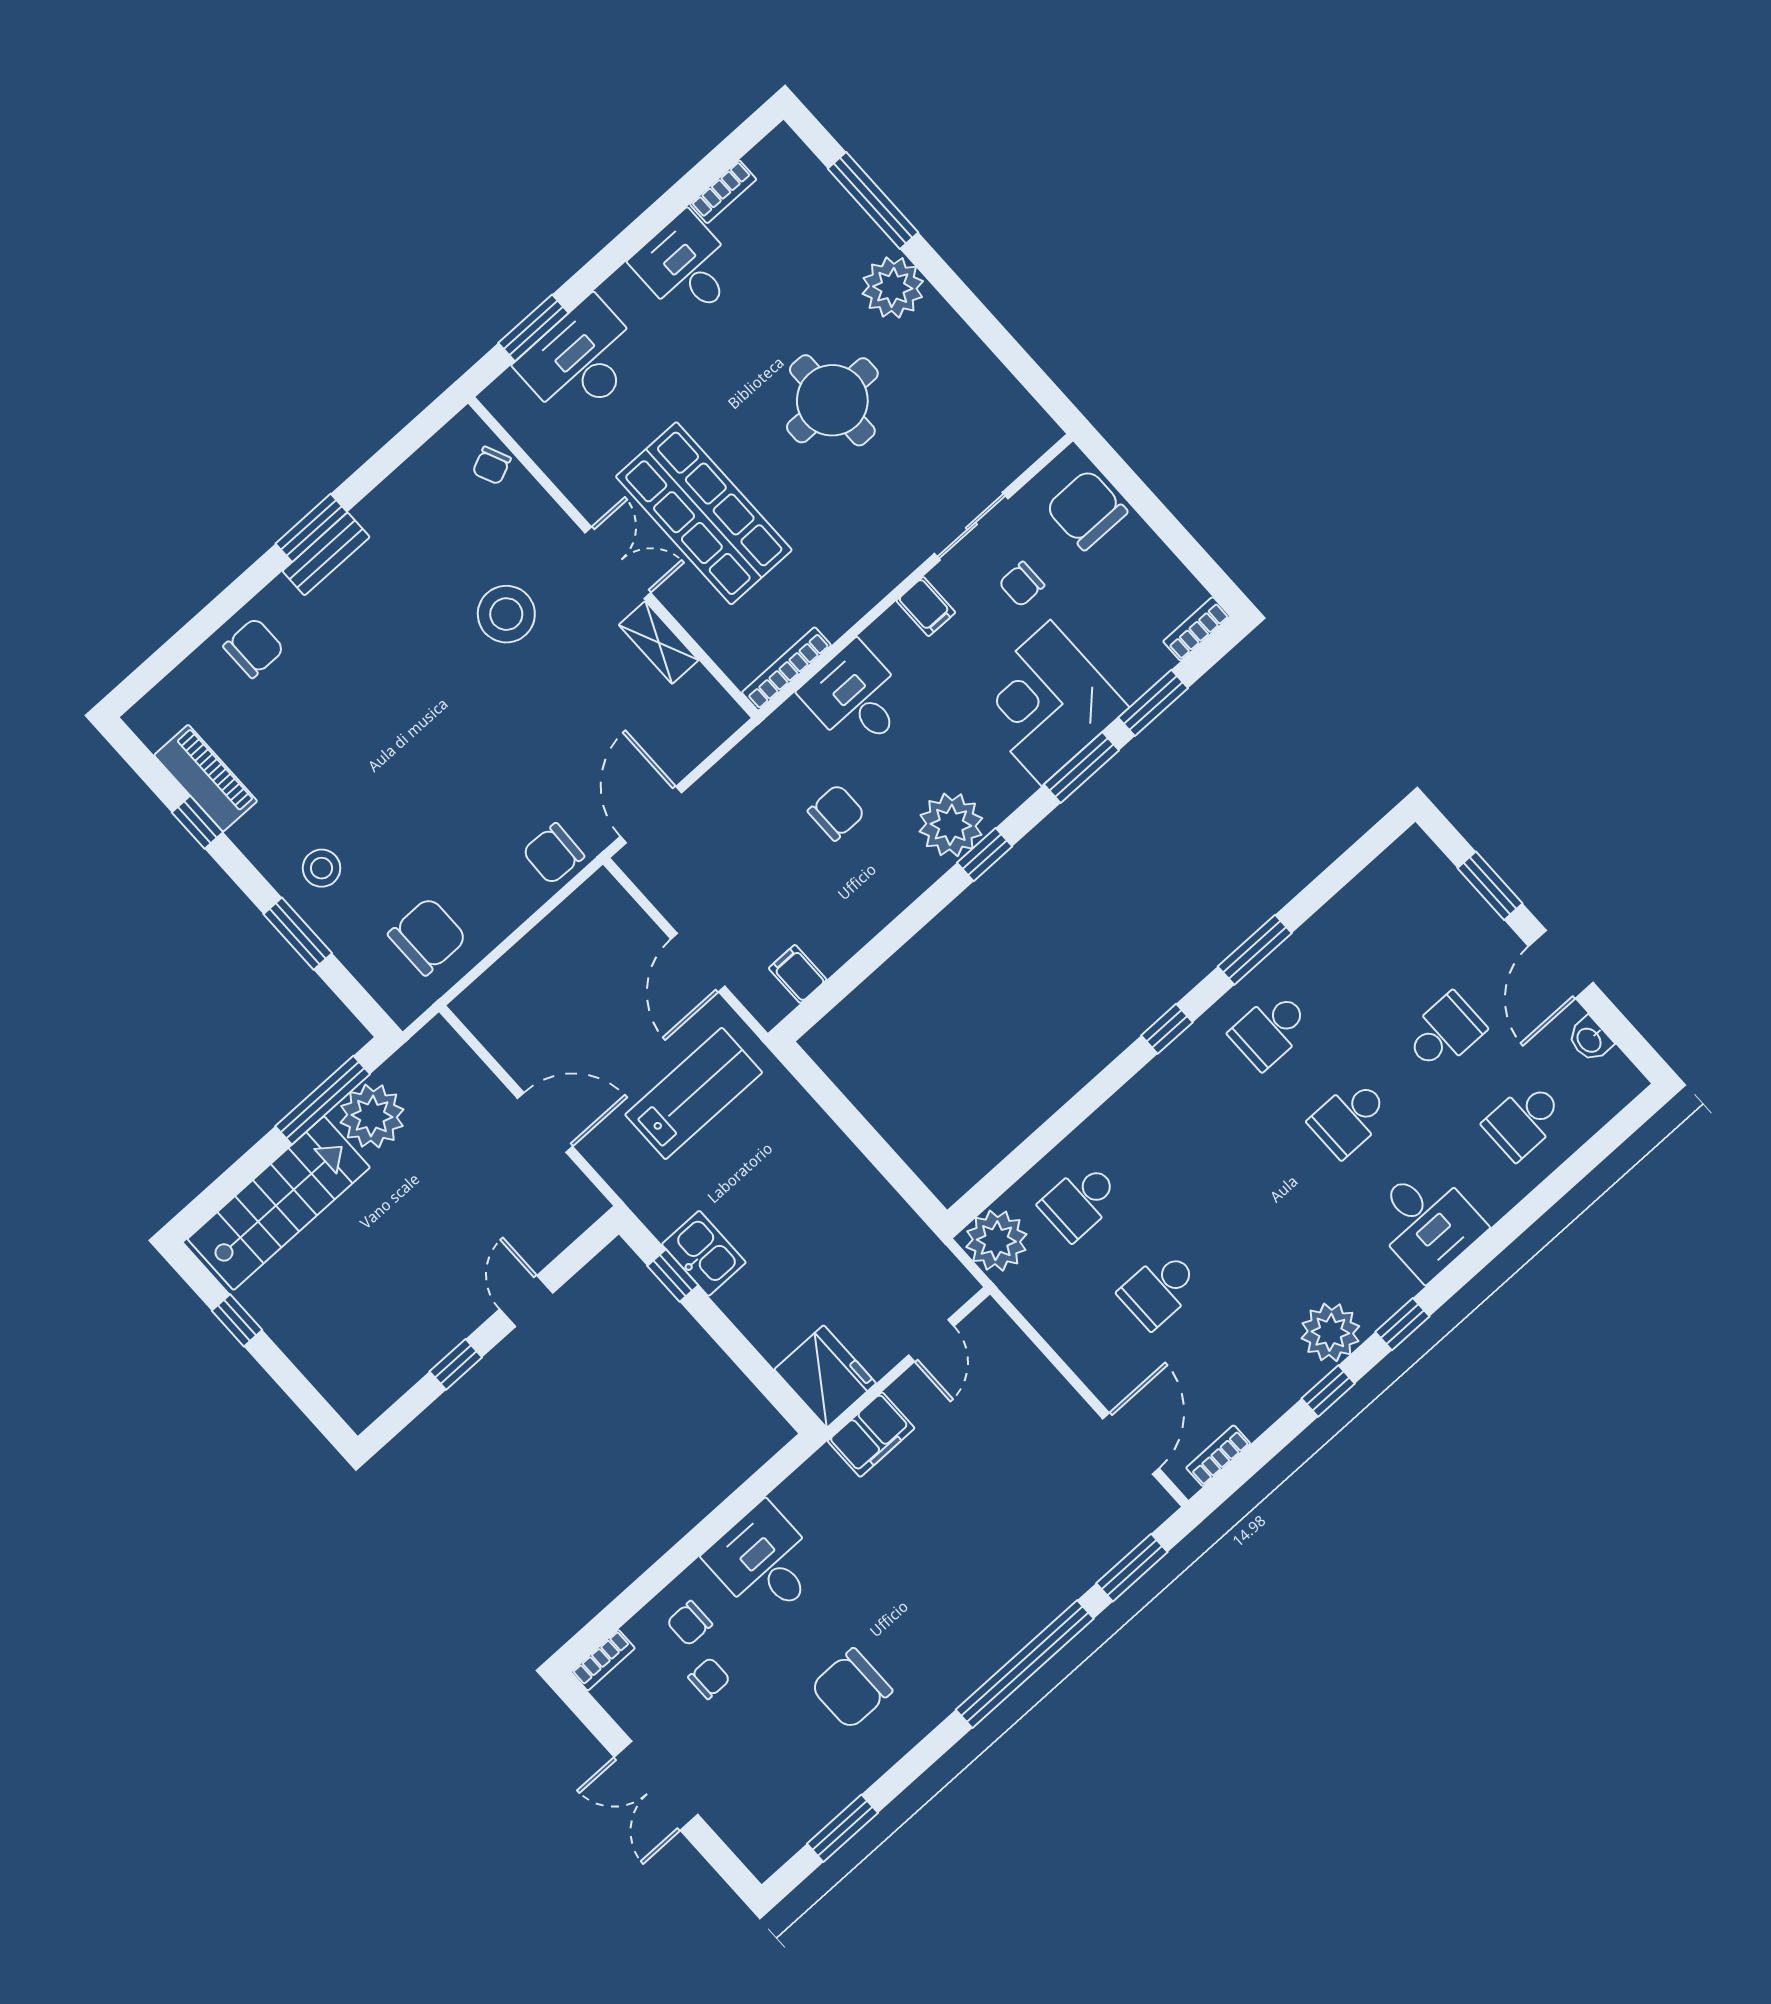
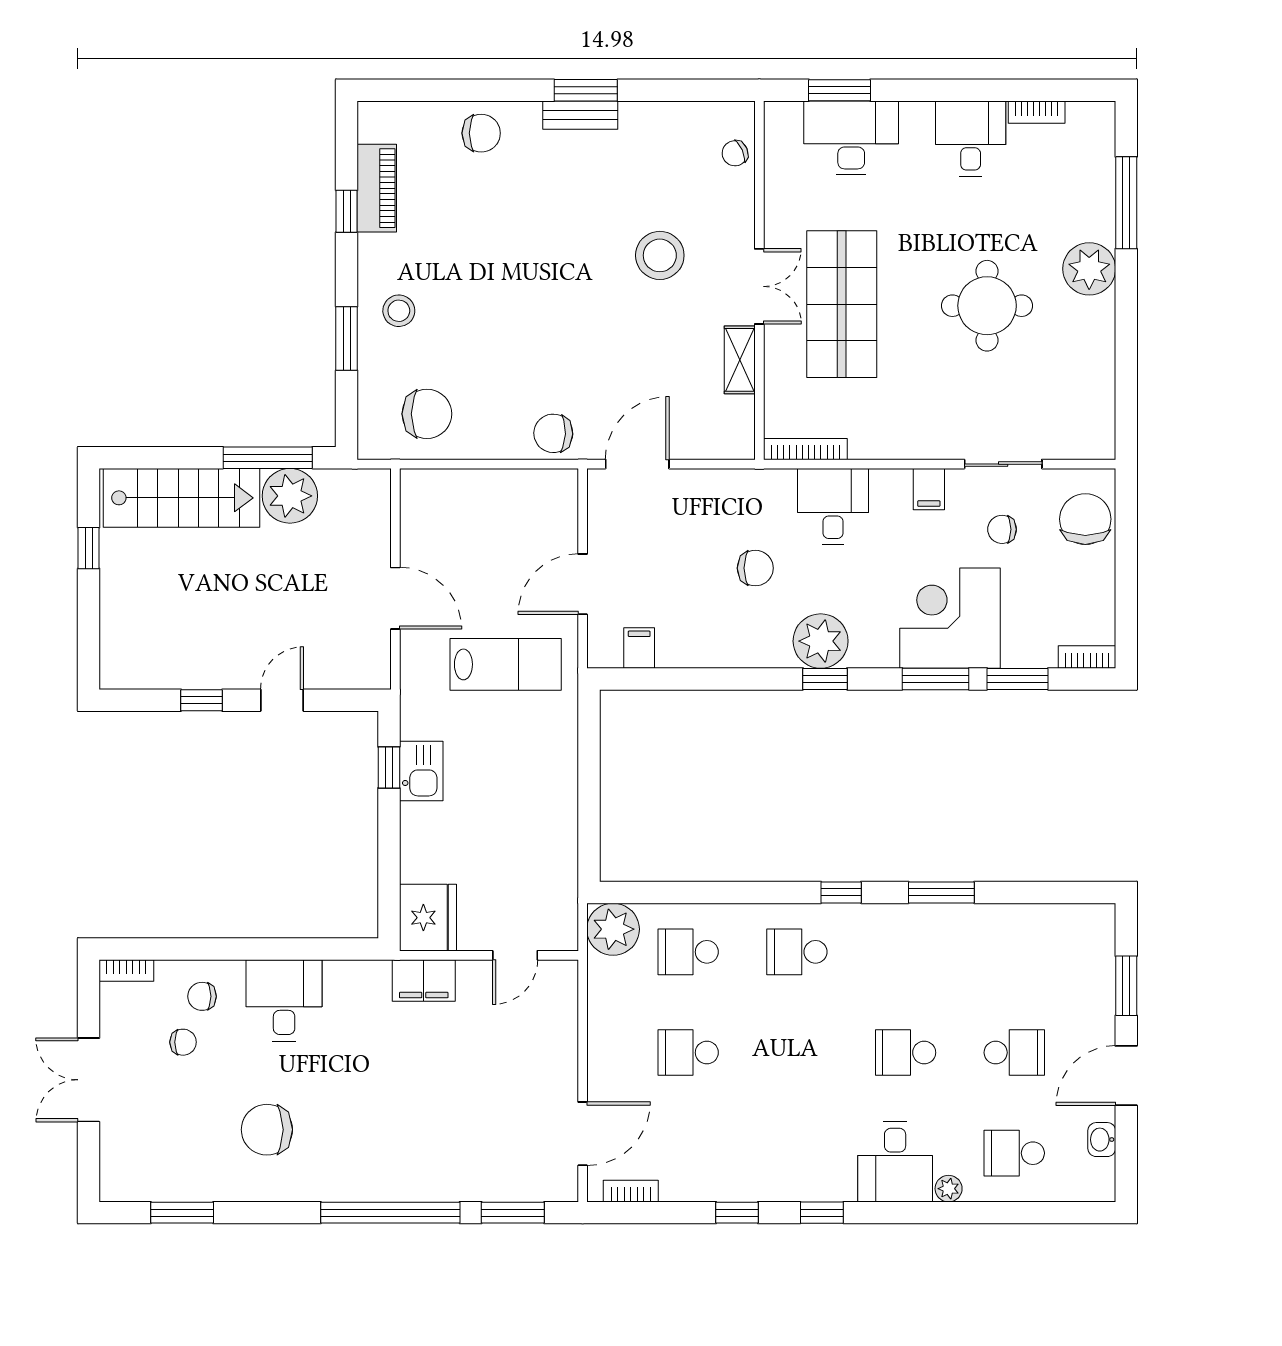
school desk: (1270, 1030) -> (797, 952), moved
plant: (1330, 1332) -> (949, 1189), moved, width x0.53, depth x0.53

